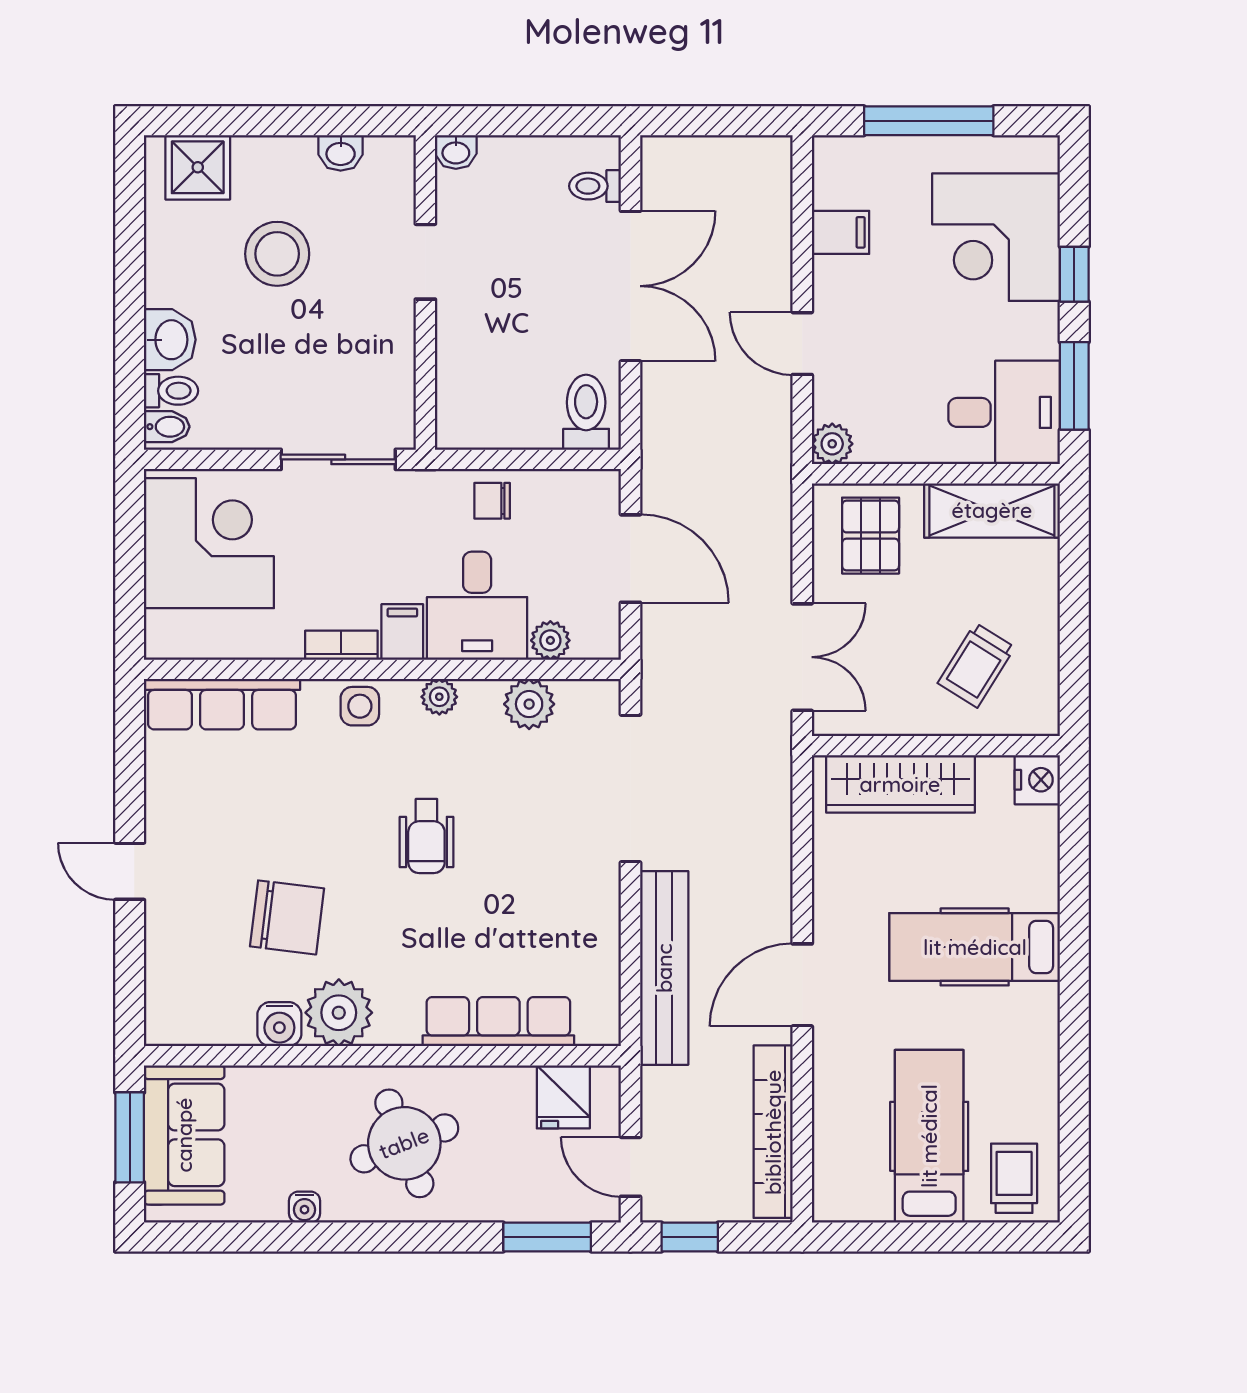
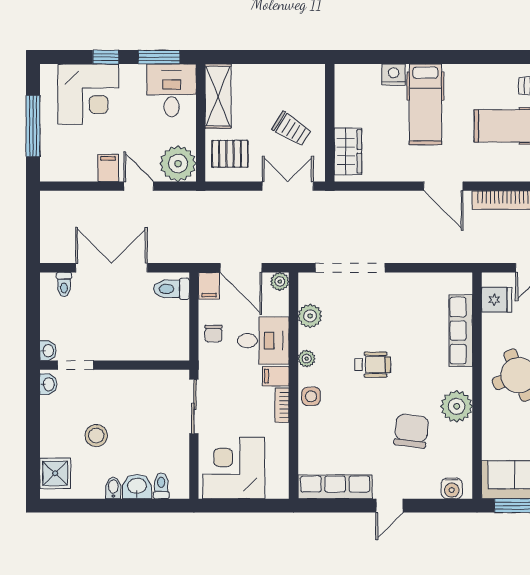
washbasin: (341, 153) -> (48, 384), moved
filing cabinet: (841, 232) -> (108, 168), moved
stool: (277, 254) -> (96, 436), width x0.73, depth x0.73
doorway: (425, 262) -> (75, 365), moved
door: (802, 344) -> (139, 186), swing flipped
bidet: (167, 427) -> (113, 488), moved
plant: (832, 444) -> (178, 164), width x1.87, depth x1.87
filing cabinet: (593, 492) -> (209, 286), added
door: (631, 559) -> (241, 268), swing flipped
plant: (550, 640) -> (280, 281), moved
trolley: (976, 665) -> (292, 129), moved
row of seats: (222, 704) -> (335, 487), moved, turned -90
nightstand: (1037, 780) -> (394, 75), moved
wardrobe: (900, 784) -> (348, 151), width x0.67
bench: (664, 968) -> (435, 252), removed
water cooler: (279, 1024) -> (452, 488), moved, turned 90

